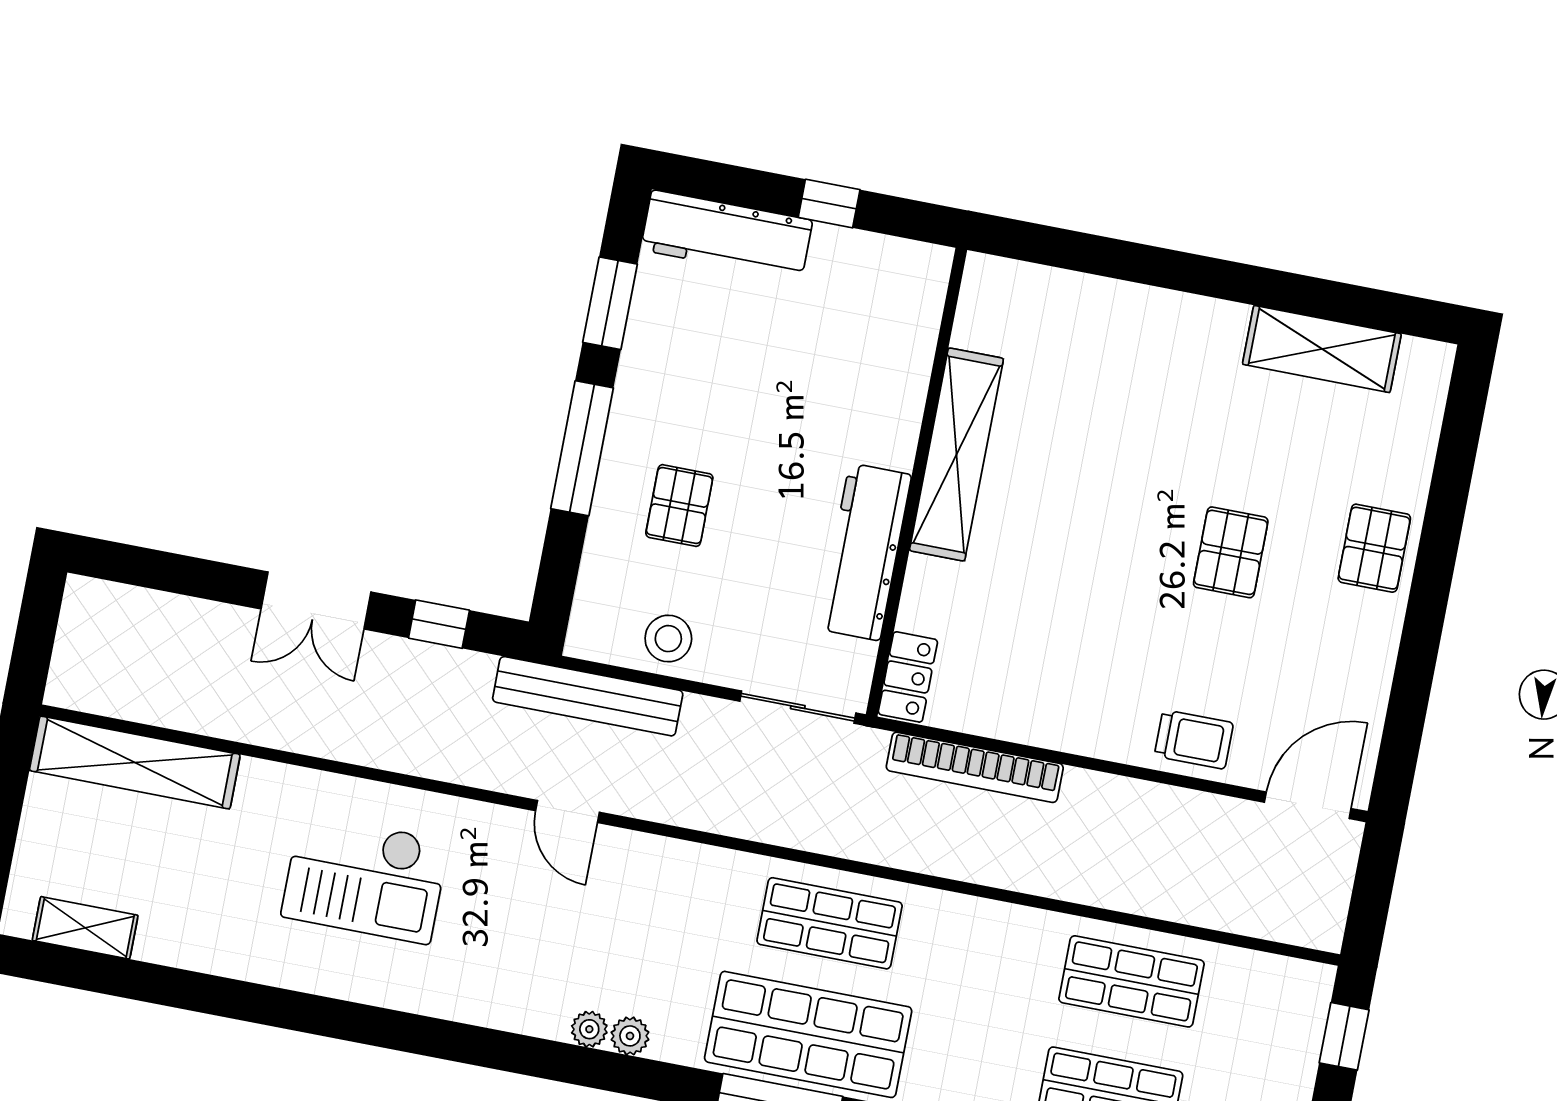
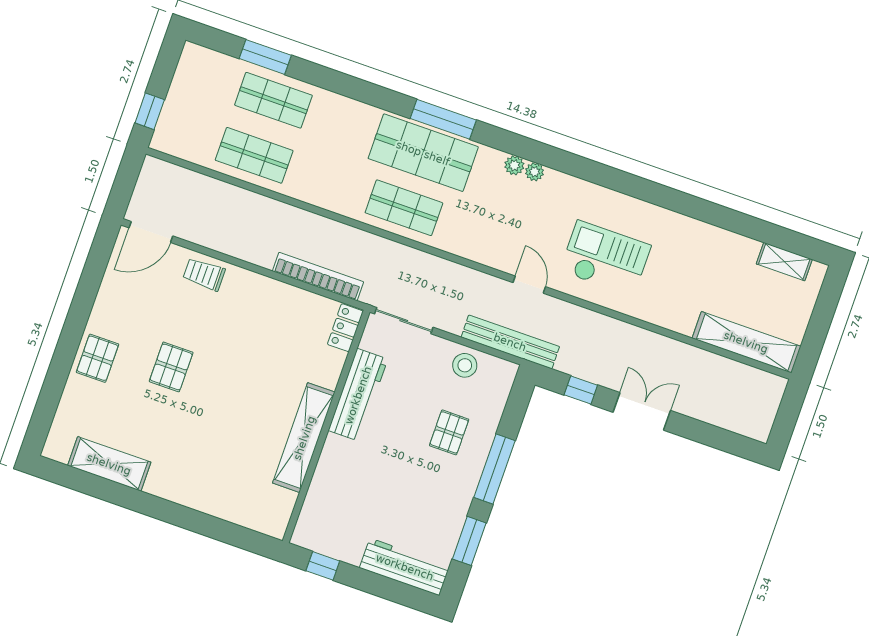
window: (829, 204) -> (323, 566), moved
checkout: (365, 878) -> (605, 258), moved

